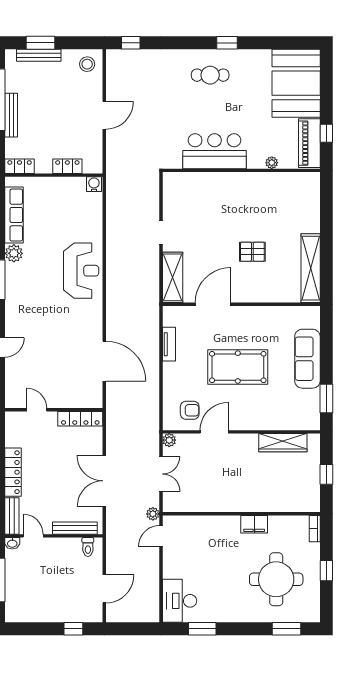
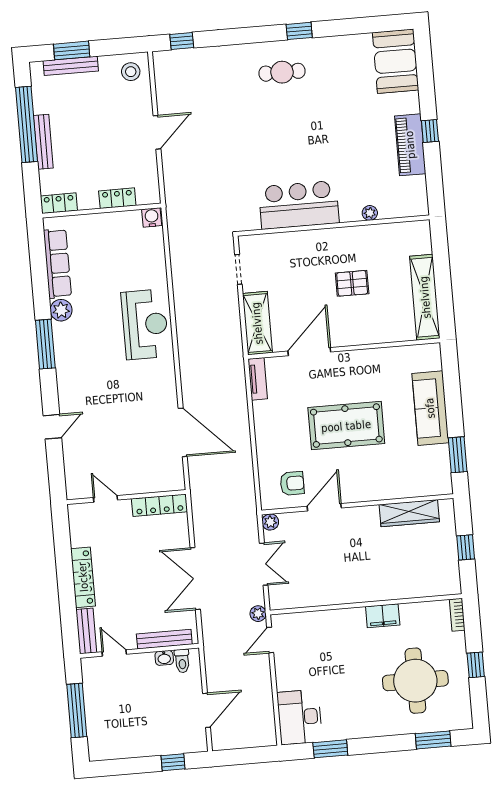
booth: (296, 83) -> (396, 61), width x0.73, depth x0.70
bar counter: (215, 151) -> (299, 205), moved
plant: (272, 163) -> (370, 213), moved
wall: (241, 170) -> (333, 226), moved
tv unit: (169, 344) -> (258, 379), moved
washbasin: (12, 543) -> (164, 658), moved

